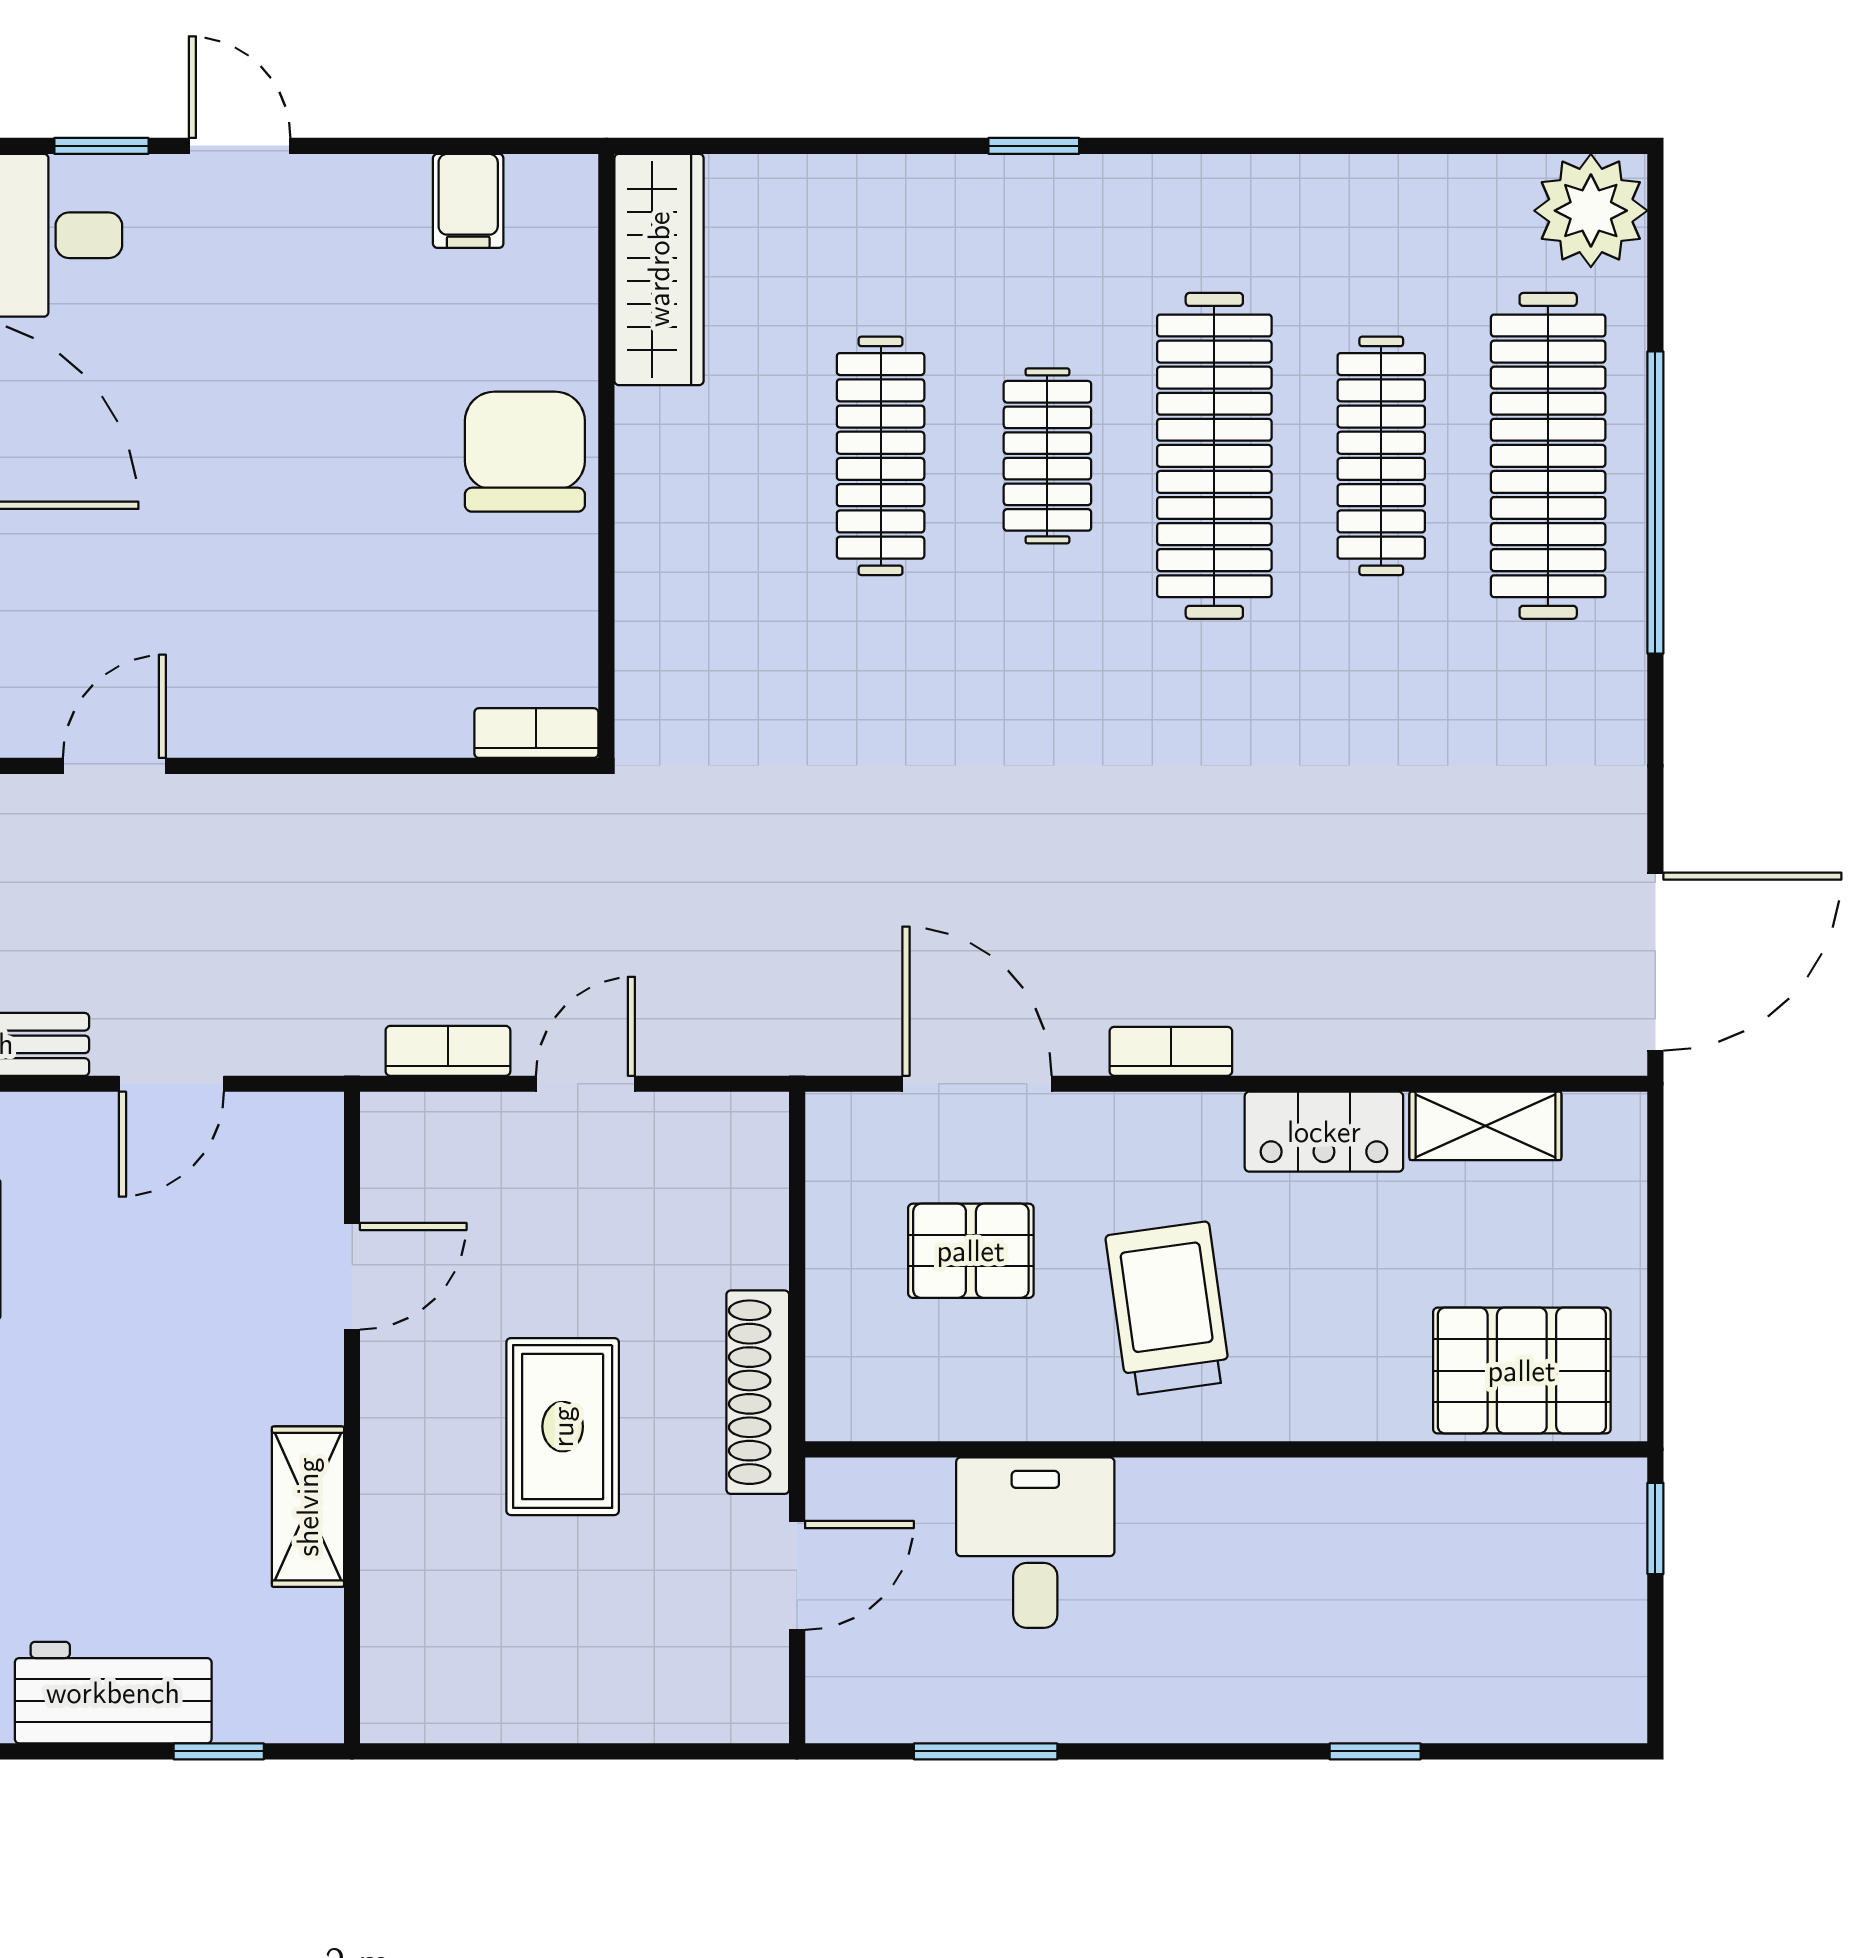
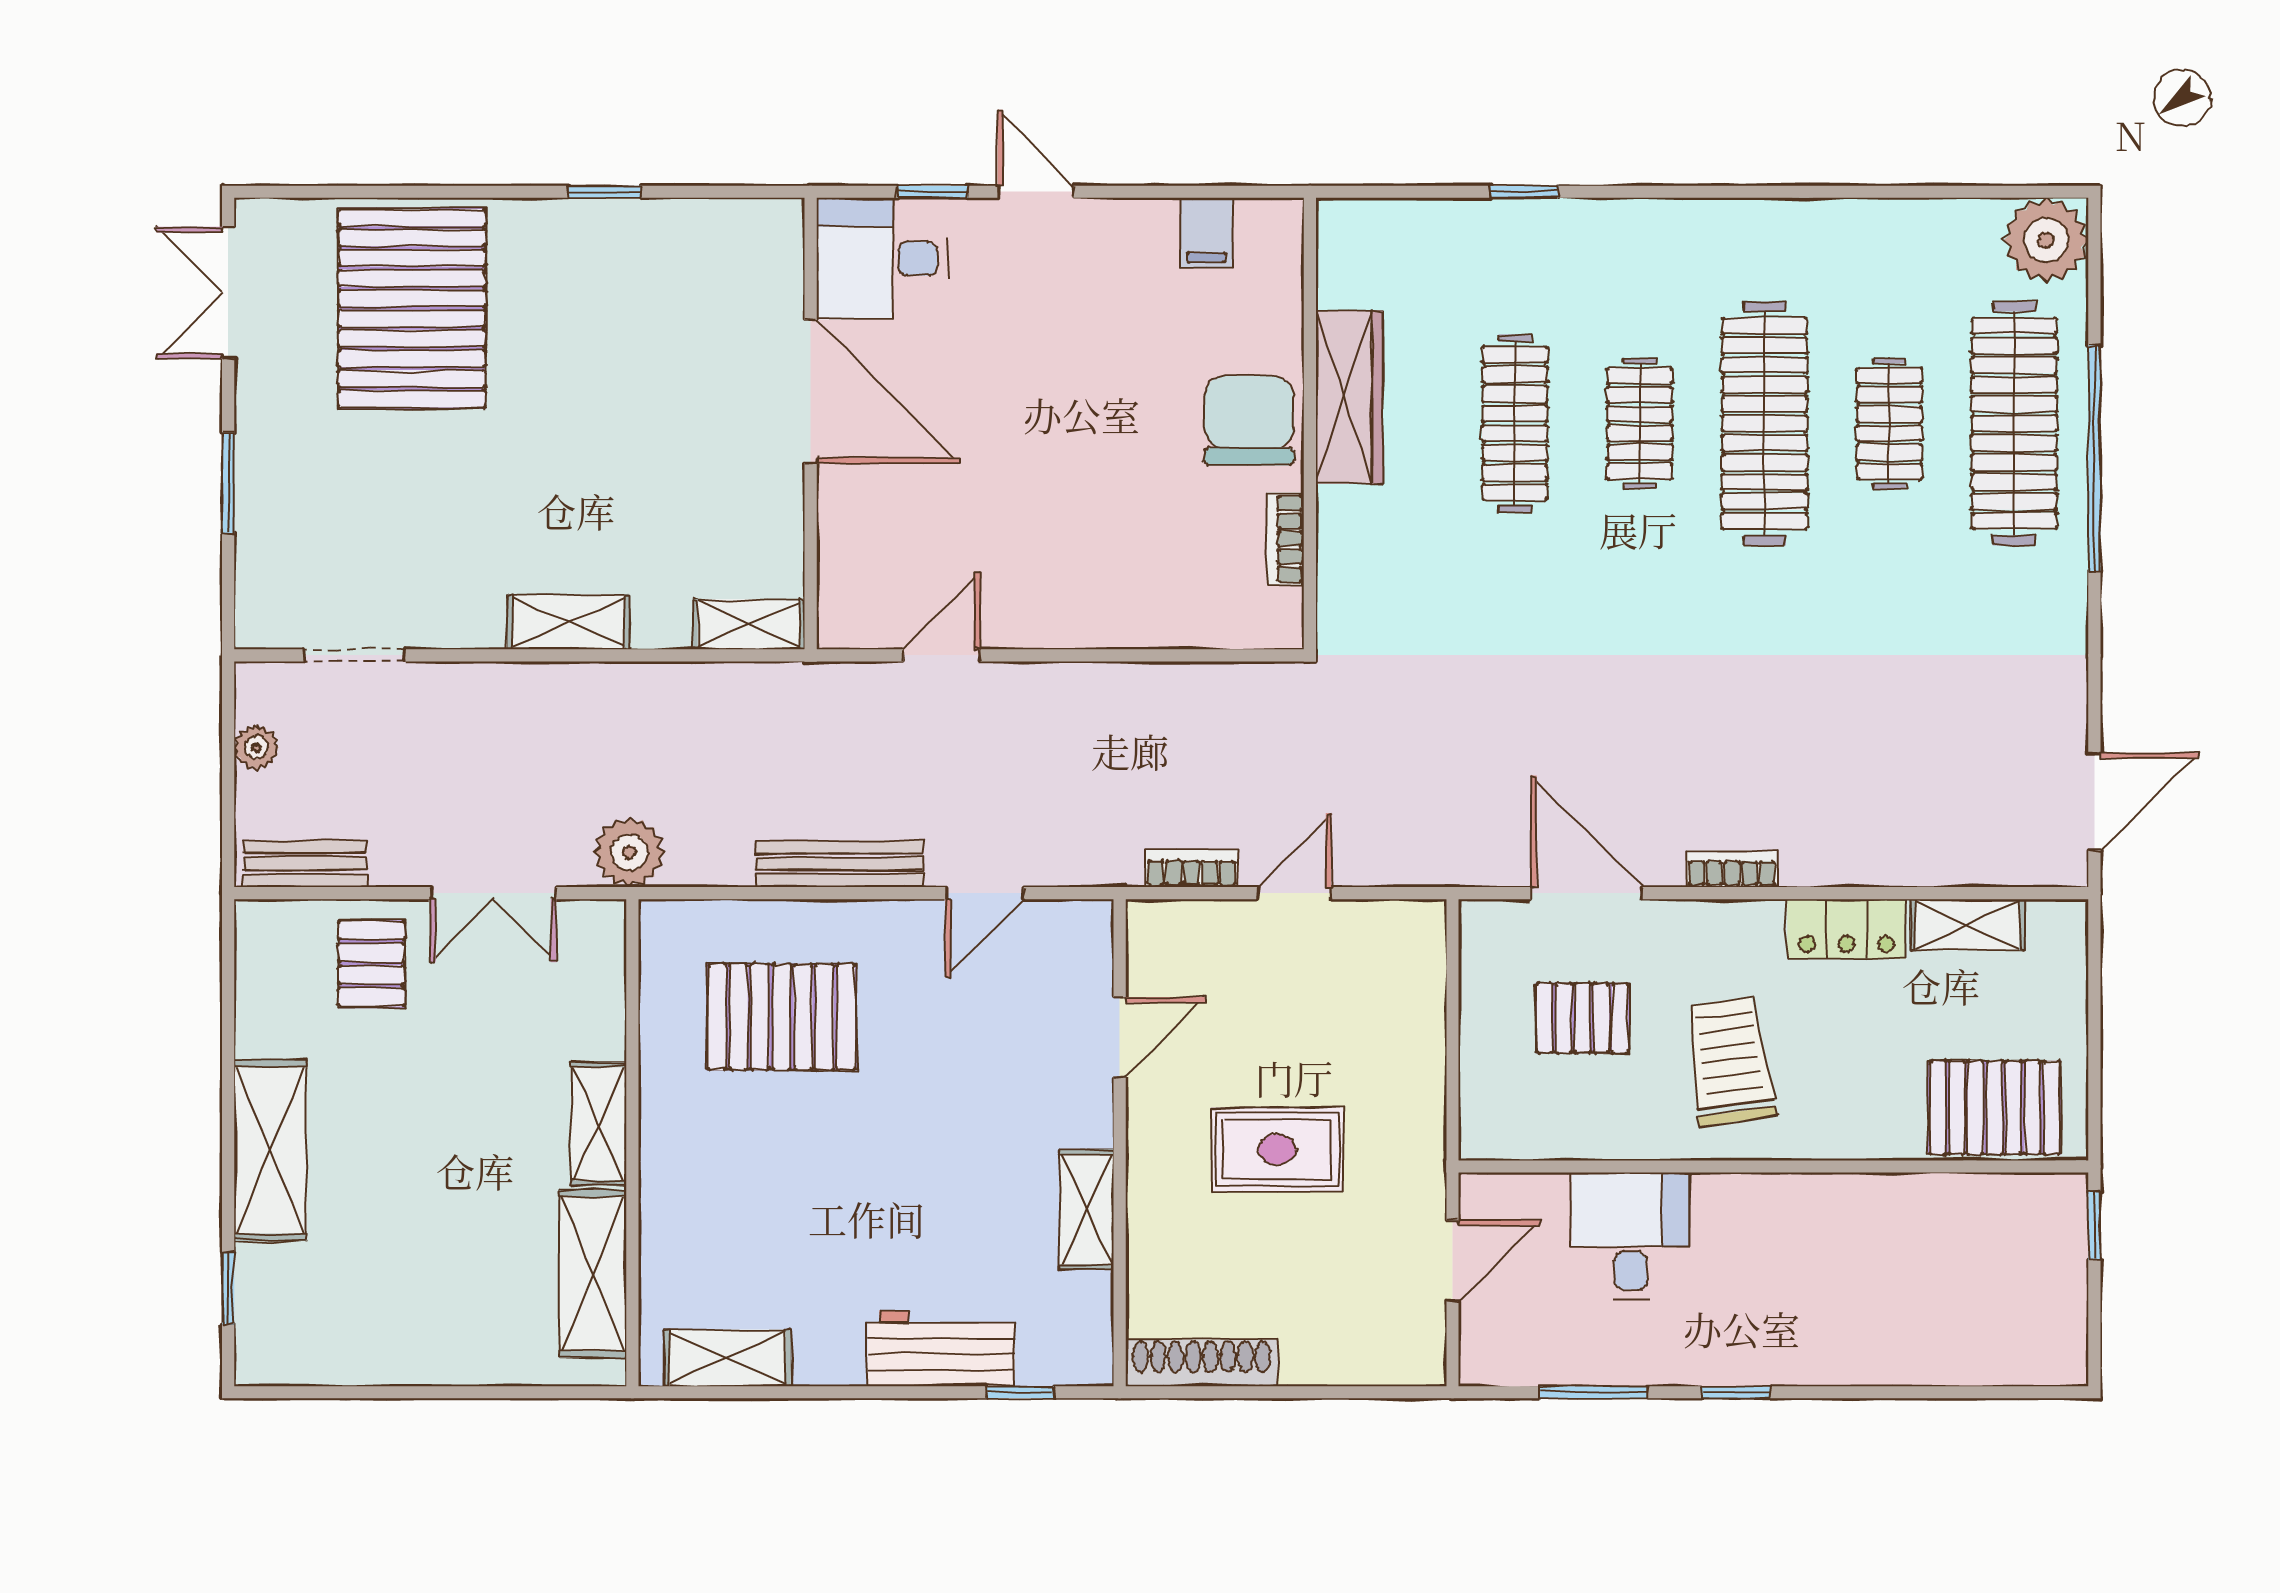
window: (1034, 146) -> (1524, 192), moved
wardrobe: (659, 269) -> (1349, 397), moved
clothes rail: (1381, 456) -> (1889, 424), width x0.73
bookcase: (536, 733) -> (1285, 539), moved, turned -90
door: (1655, 962) -> (2094, 802), width x0.73
shoe rack: (758, 1392) -> (1202, 1363), moved, turned 90
rug: (563, 1427) -> (1277, 1149), turned 90
window: (1375, 1751) -> (1736, 1392), moved

